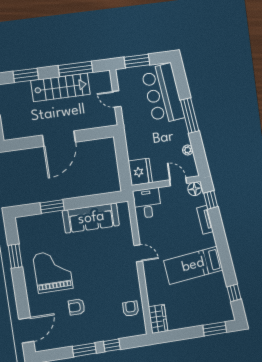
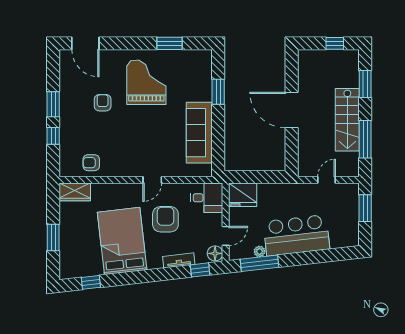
bar counter: (163, 94) -> (296, 235), moved
window: (190, 116) -> (260, 263), moved
armchair: (171, 237) -> (165, 219), added
bed: (193, 265) -> (122, 241), width x1.50
grand piano: (53, 271) -> (146, 82), turned -90
armchair: (131, 309) -> (91, 163), turned 180
window: (215, 329) -> (53, 238), moved

